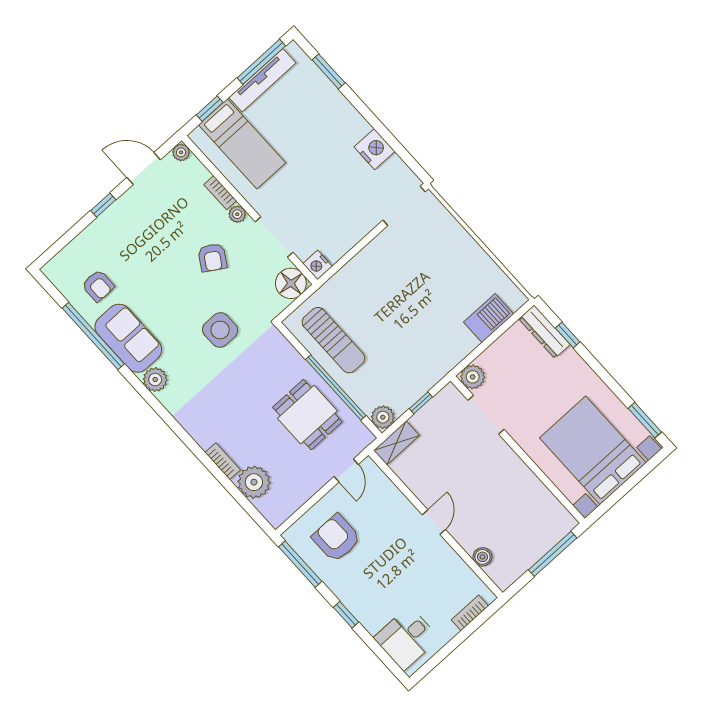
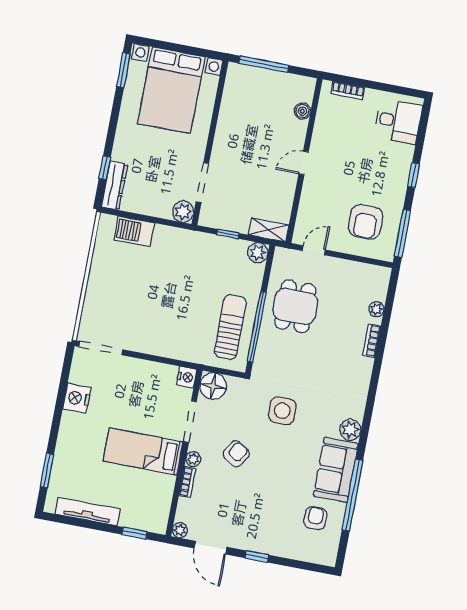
window: (261, 62) -> (75, 522), removed
bed: (242, 144) -> (143, 451), moved, turned -90
window: (336, 388) -> (257, 327), moved
plant: (254, 482) -> (376, 309), width x0.53, depth x0.53

